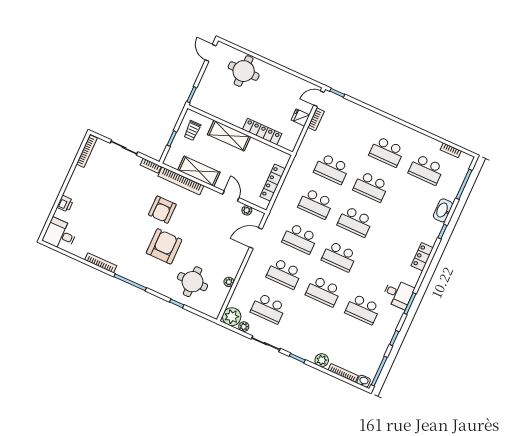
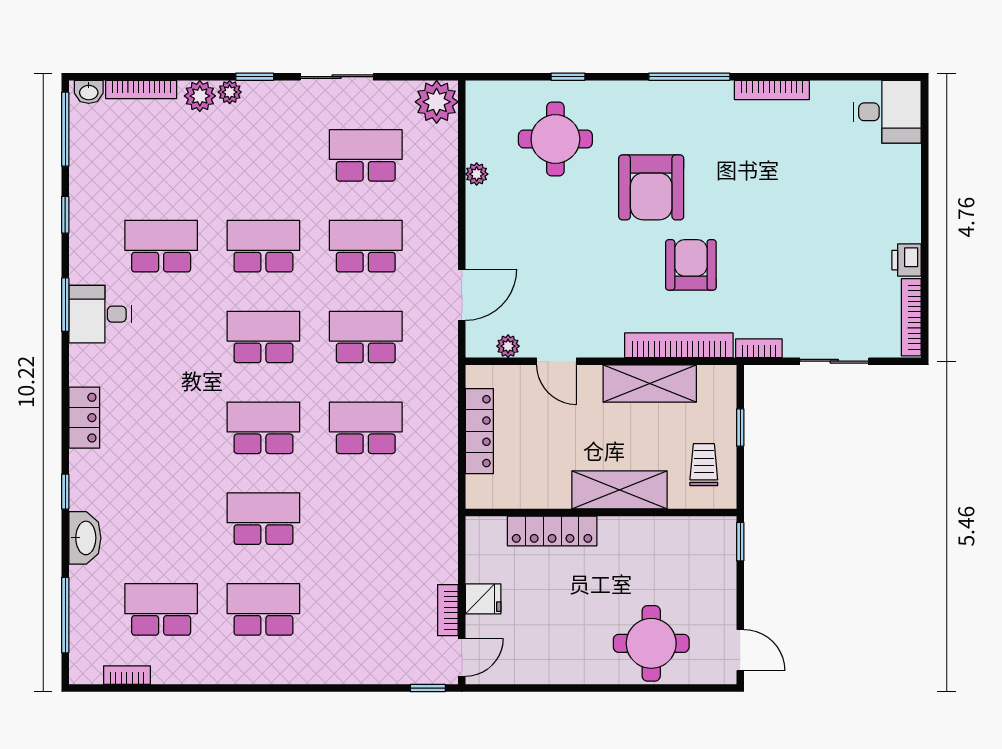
school desk: (332, 169) -> (366, 519), removed
printer: (65, 204) -> (906, 260), moved
plant: (244, 327) -> (230, 92), moved

